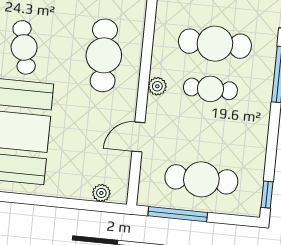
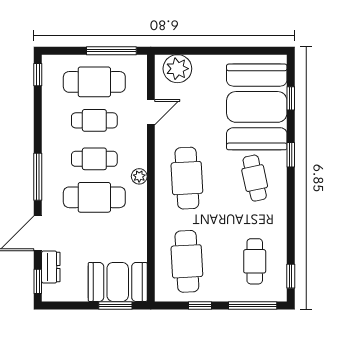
plant: (157, 86) -> (139, 176), moved
cafe table: (206, 134) -> (94, 120), added
plant: (101, 193) -> (177, 69), width x1.87, depth x1.87

